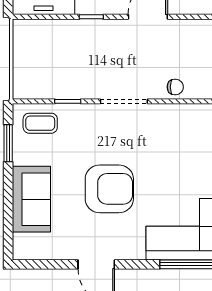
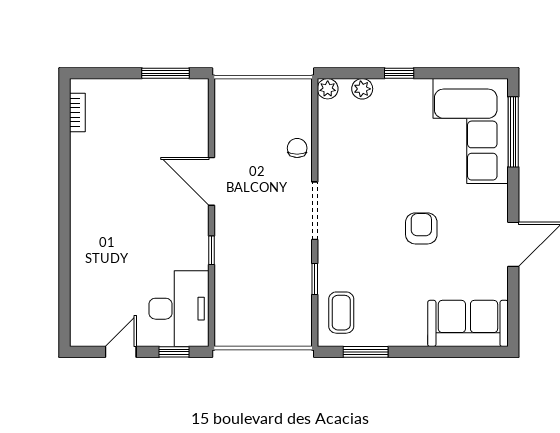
armchair: (109, 189) -> (421, 228), width x0.53, depth x0.53
sofa: (31, 199) -> (468, 323), moved

